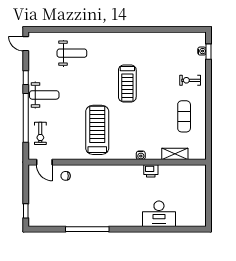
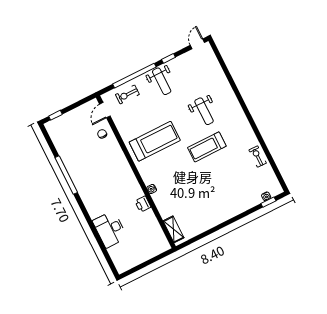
weight bench: (72, 53) -> (204, 111), moved
exercise bike: (190, 80) -> (258, 157), moved
exercise mat: (184, 116) -> (203, 209), removed
shelving: (175, 154) -> (174, 229), moved

